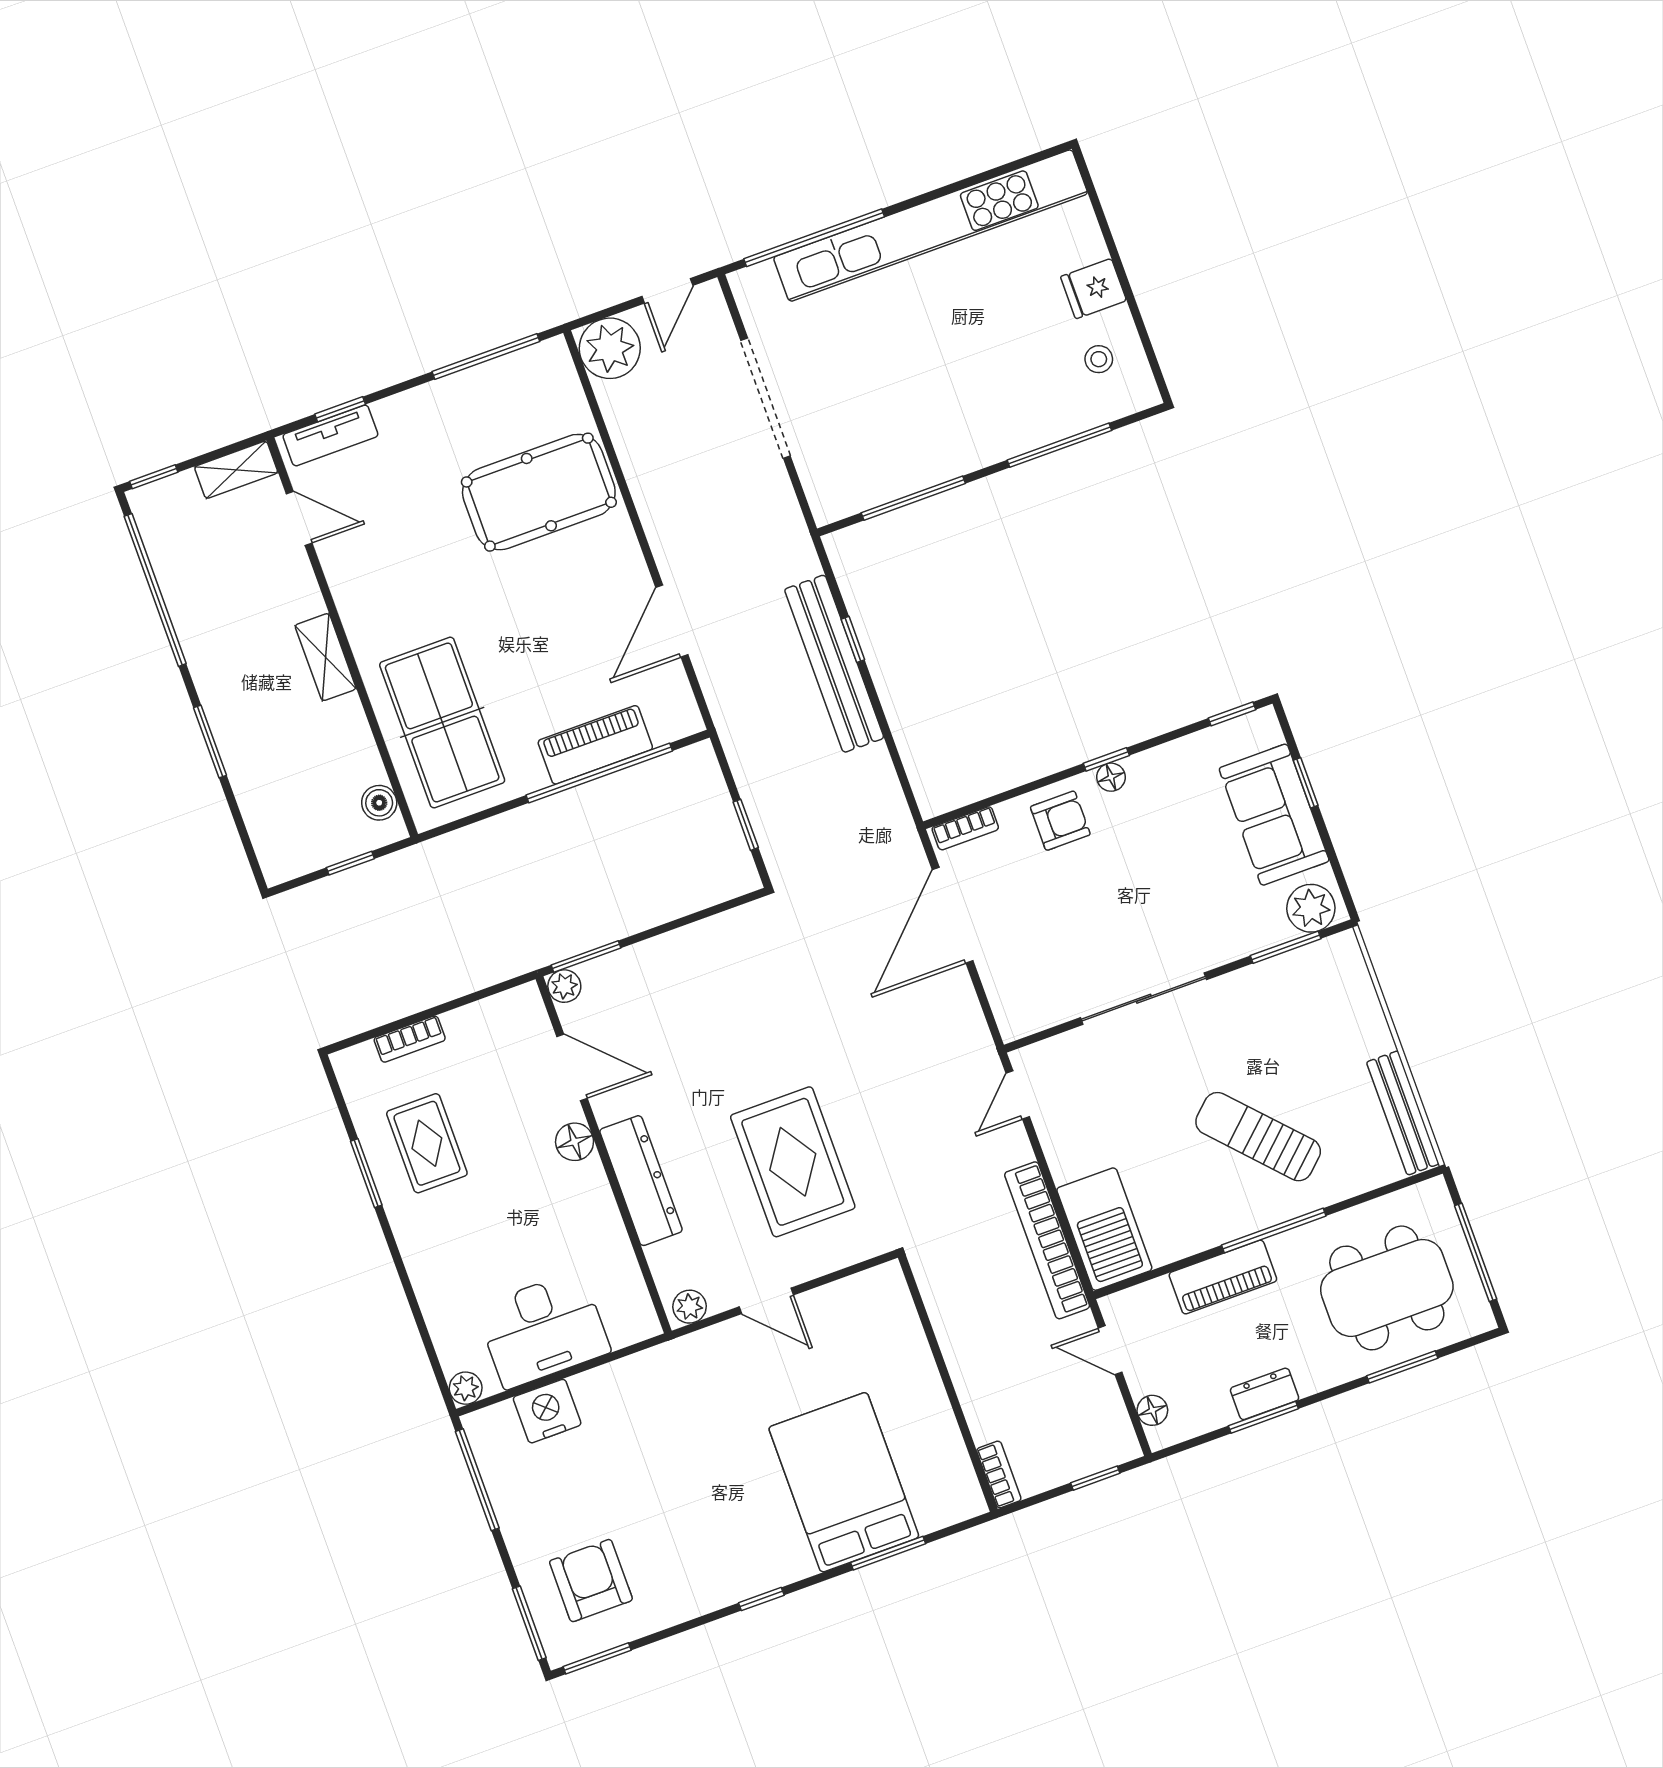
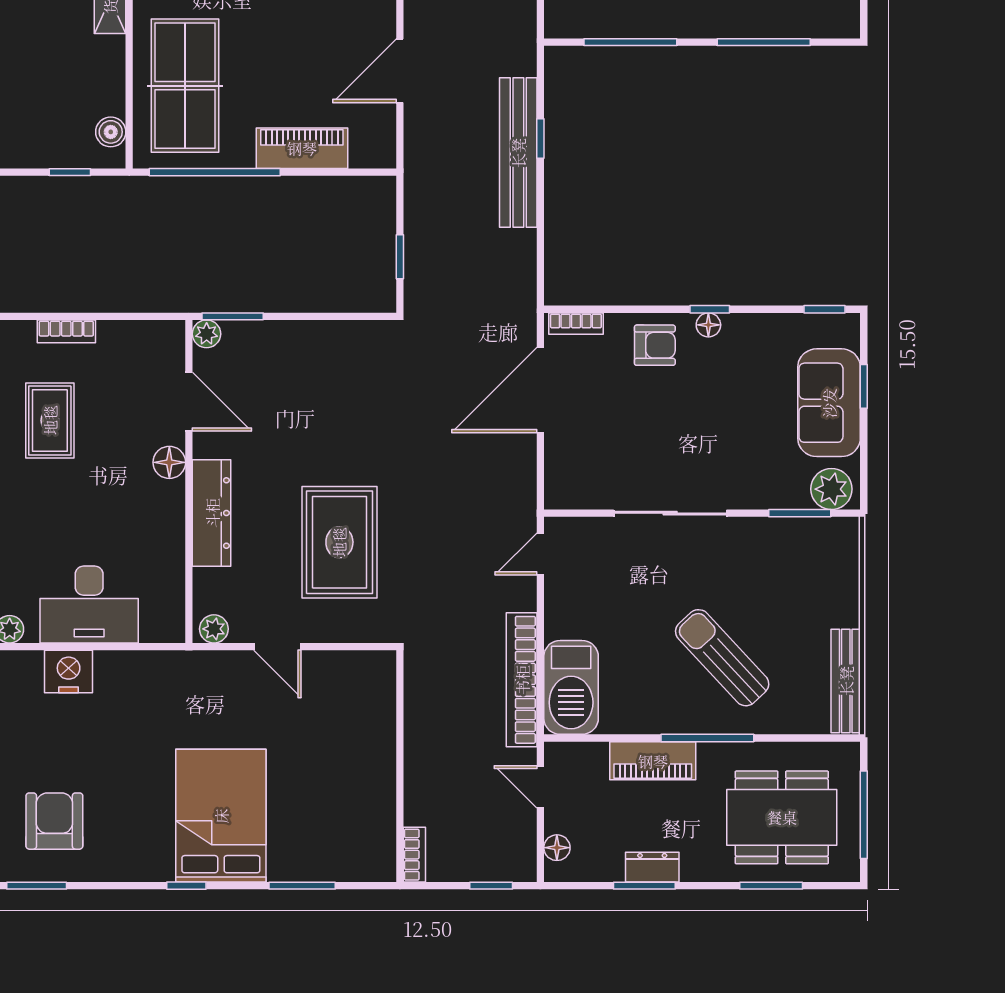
window: (599, 773) -> (215, 172), moved
bed: (844, 1482) -> (221, 816), moved

